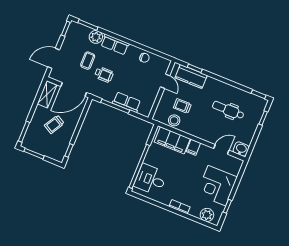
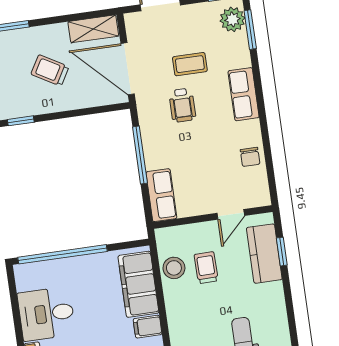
plant: (96, 37) -> (232, 19), moved
row of seats: (127, 102) -> (161, 195), moved
desk: (151, 180) -> (46, 314), moved, turned -90

